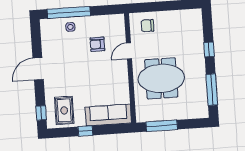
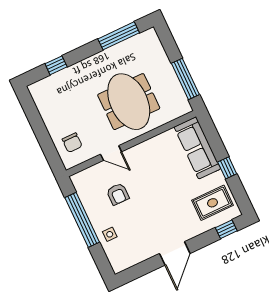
window: (69, 13) -> (82, 220), moved
window: (209, 49) -> (56, 65), moved
door: (38, 69) -> (175, 253), hinge flipped

